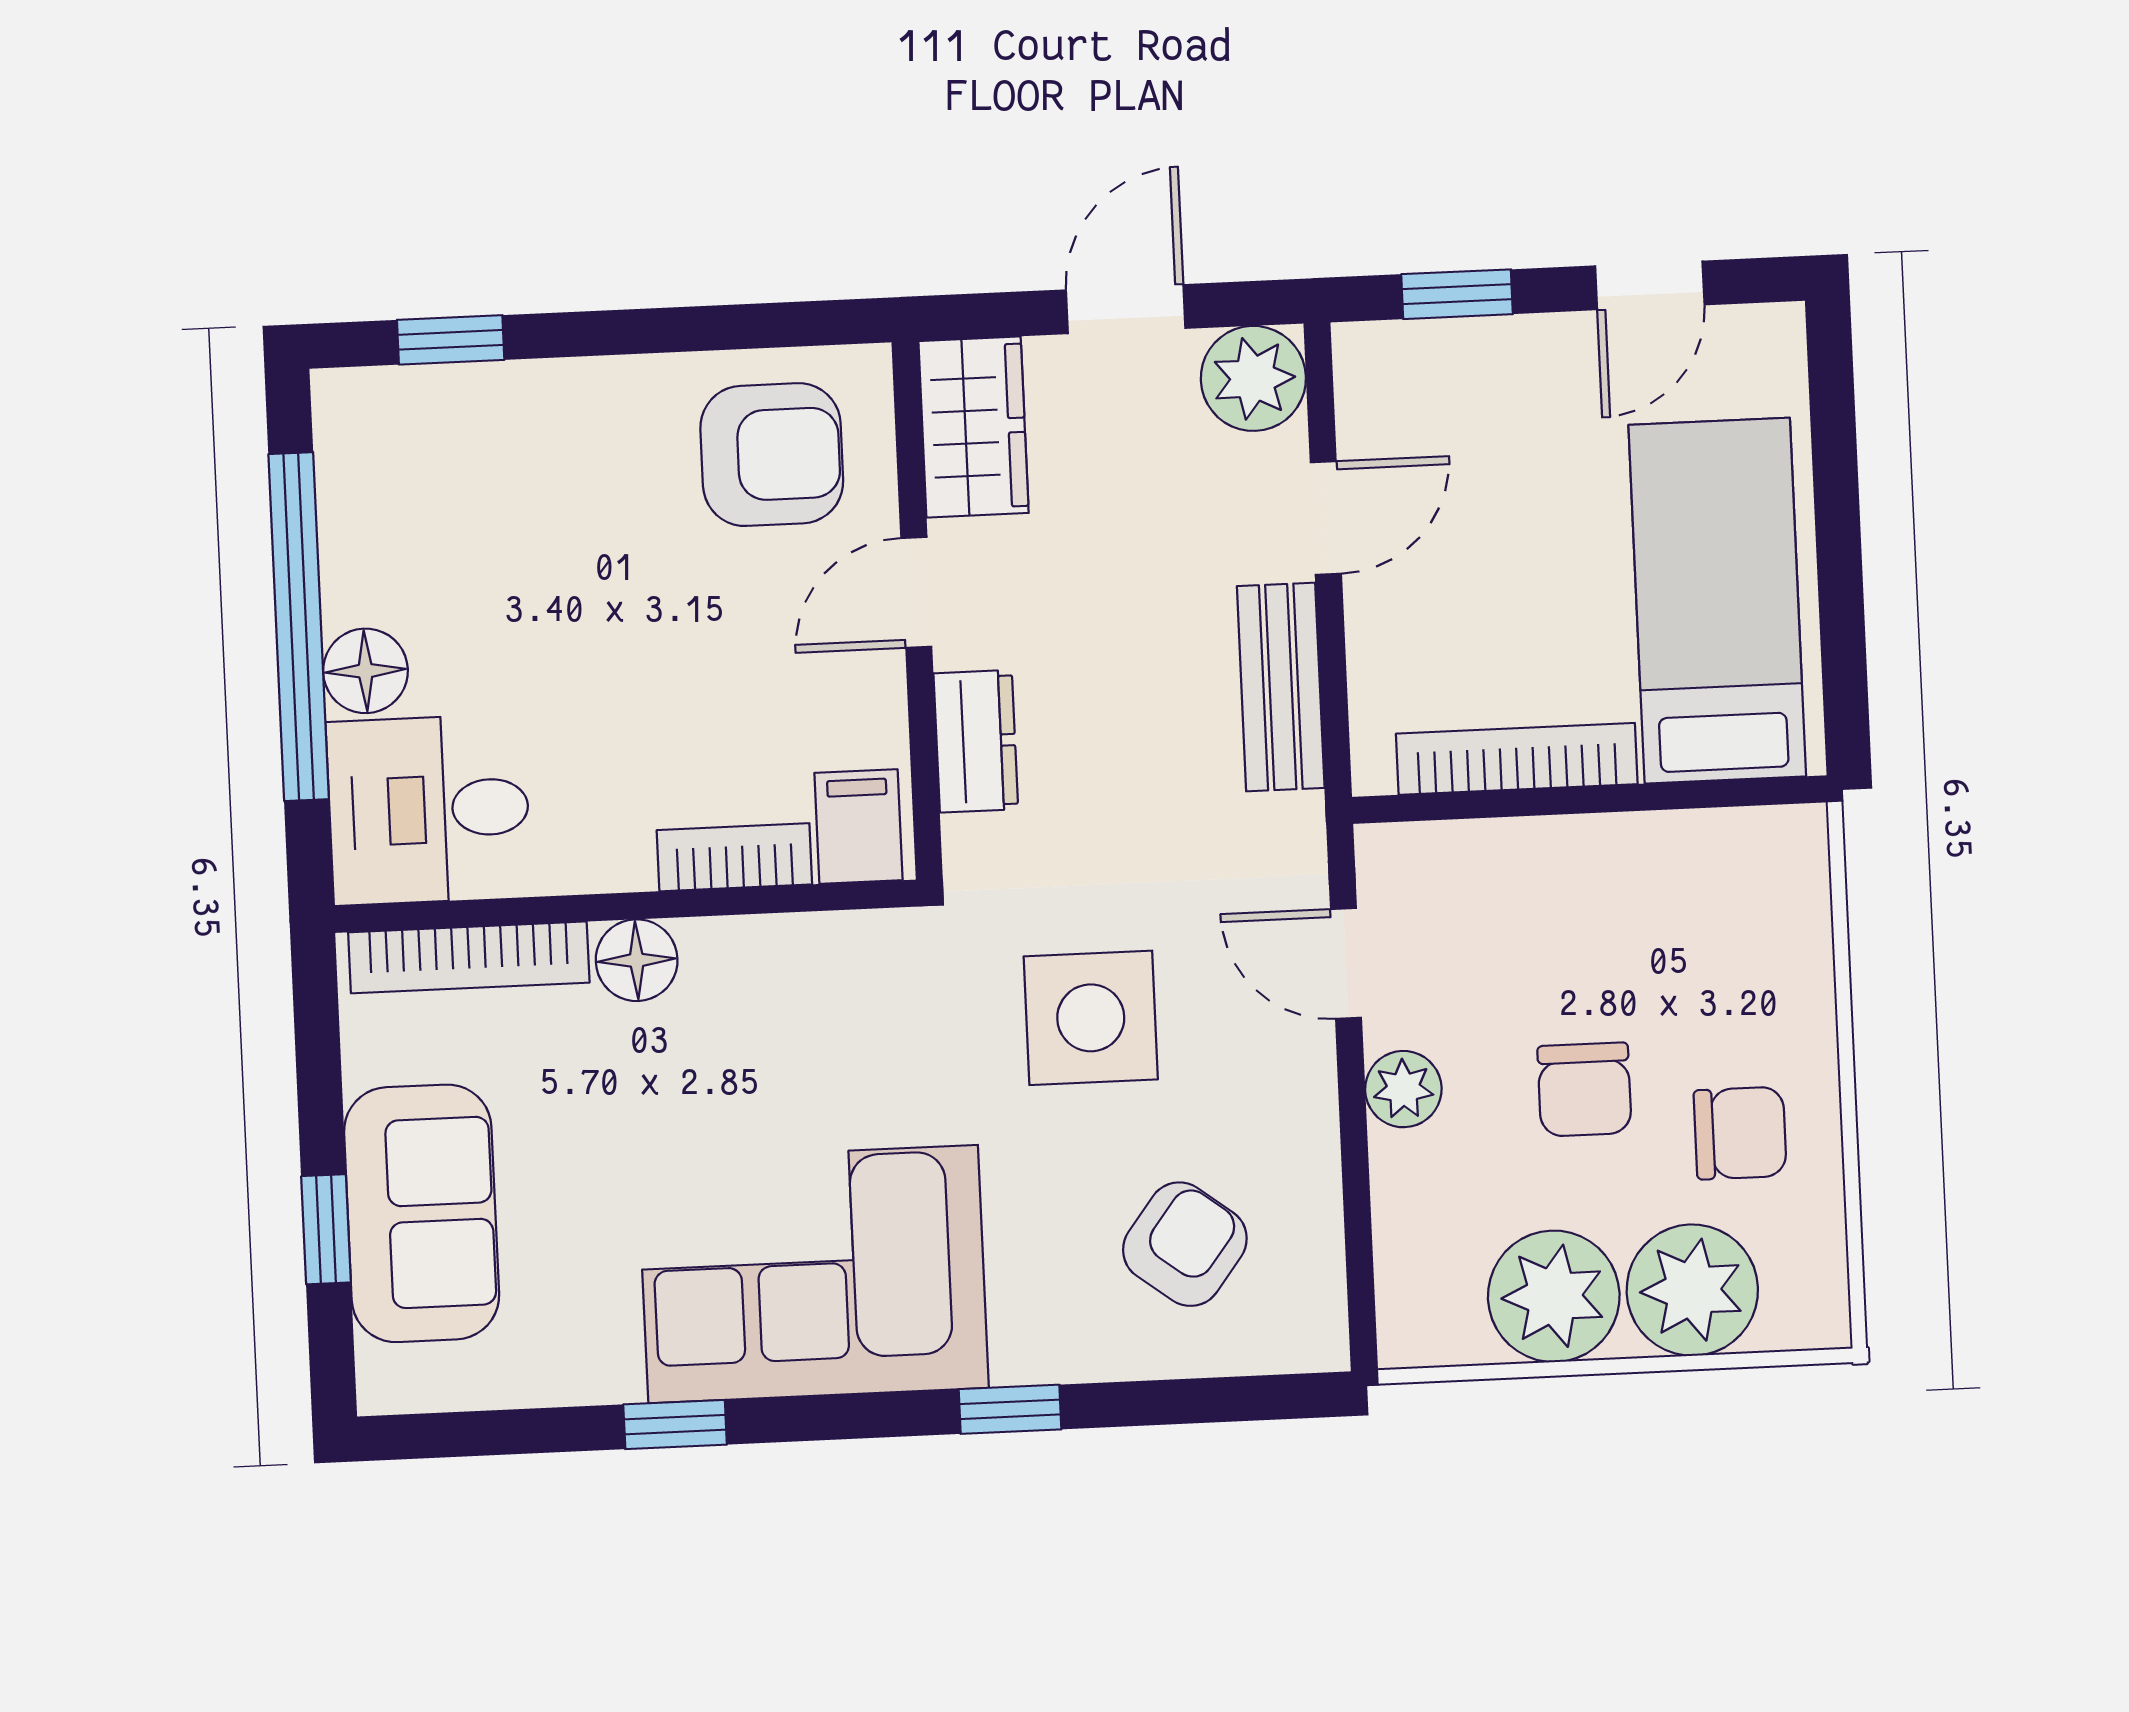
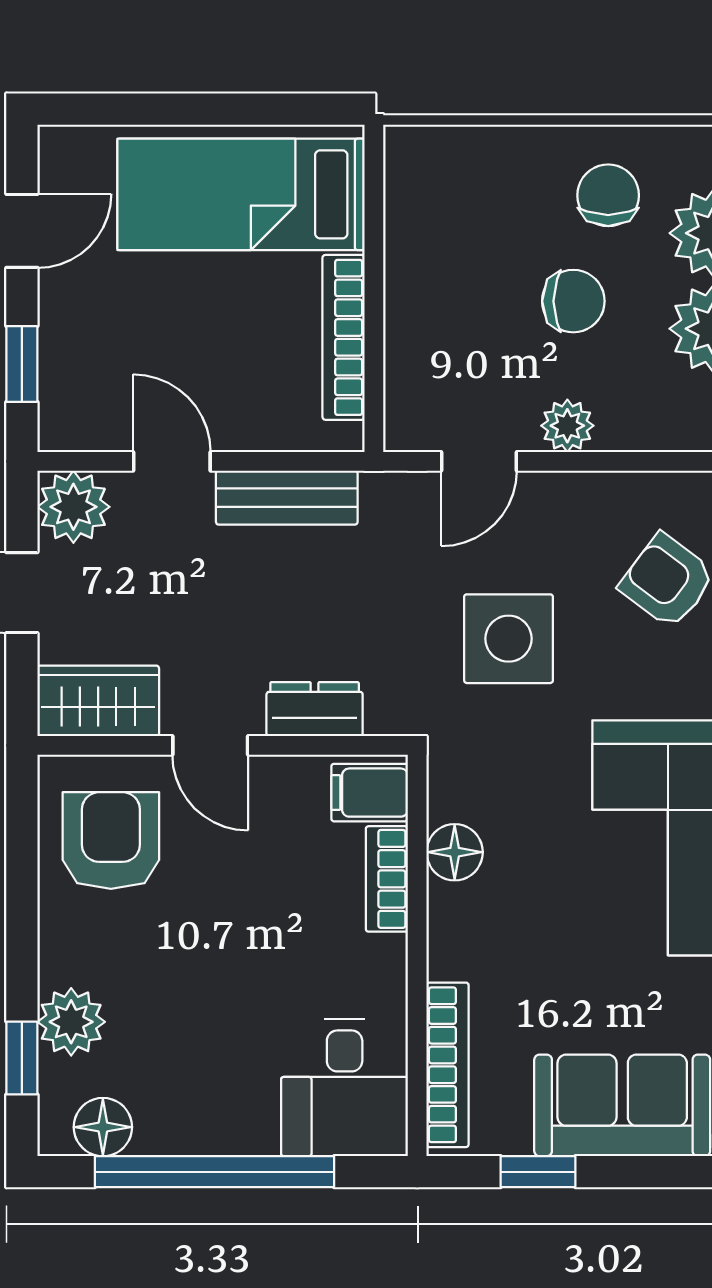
door: (1650, 285) -> (22, 231), hinge flipped
plant: (506, 409) -> (71, 1022), added
floor lamp: (365, 671) -> (103, 1127), moved
floor lamp: (637, 960) -> (455, 852), moved
window: (326, 1229) -> (538, 1172), moved

